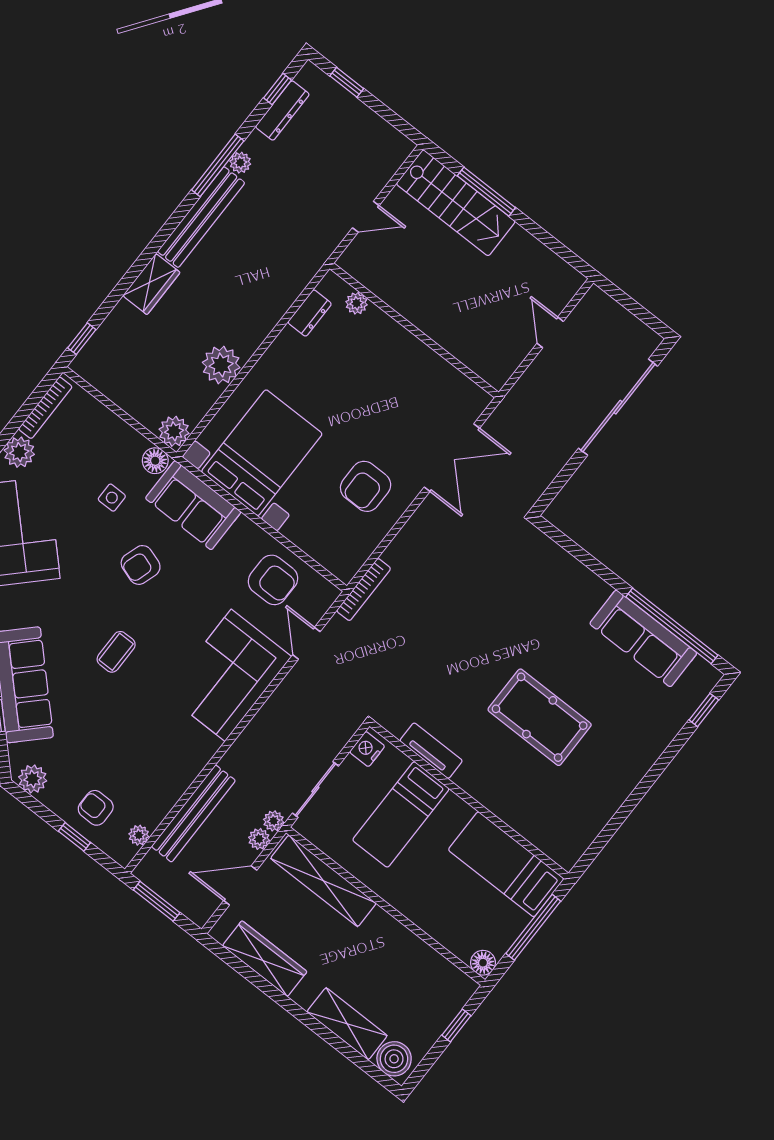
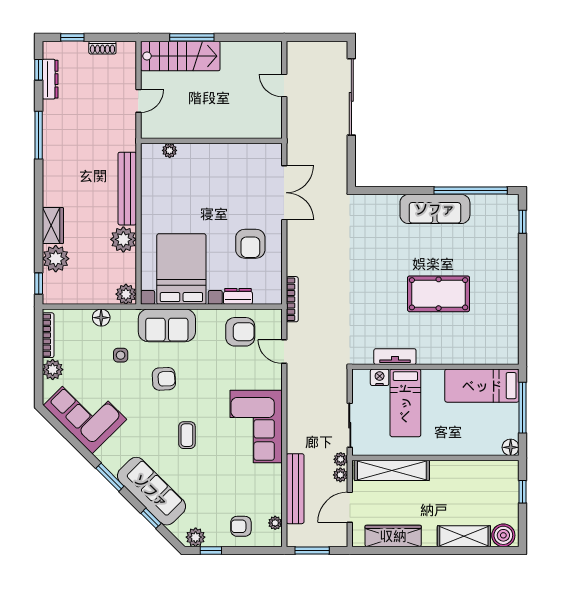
shoe rack: (372, 122) -> (102, 48), added
plant: (240, 163) -> (56, 259), moved, width x1.88, depth x1.88
bench: (201, 217) -> (127, 189), moved
dresser: (310, 313) -> (238, 296), moved, turned -90
floor lamp: (155, 461) -> (101, 318), moved
armchair: (141, 565) -> (164, 379), turned -111
sofa: (643, 638) -> (435, 209), moved
corner sofa: (228, 675) -> (256, 426), moved
nightstand: (367, 749) -> (380, 377), moved, turned 90
window: (74, 837) -> (211, 550), moved

